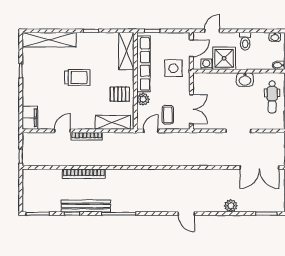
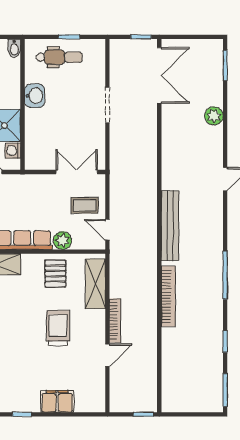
side table: (173, 68) -> (18, 197), removed
trolley: (77, 78) -> (58, 328), moved
filing cabinet: (30, 118) -> (57, 401), moved
door: (62, 131) -> (107, 355), swing flipped
bookcase: (84, 174) -> (168, 296), moved
bench: (86, 206) -> (170, 226), moved

